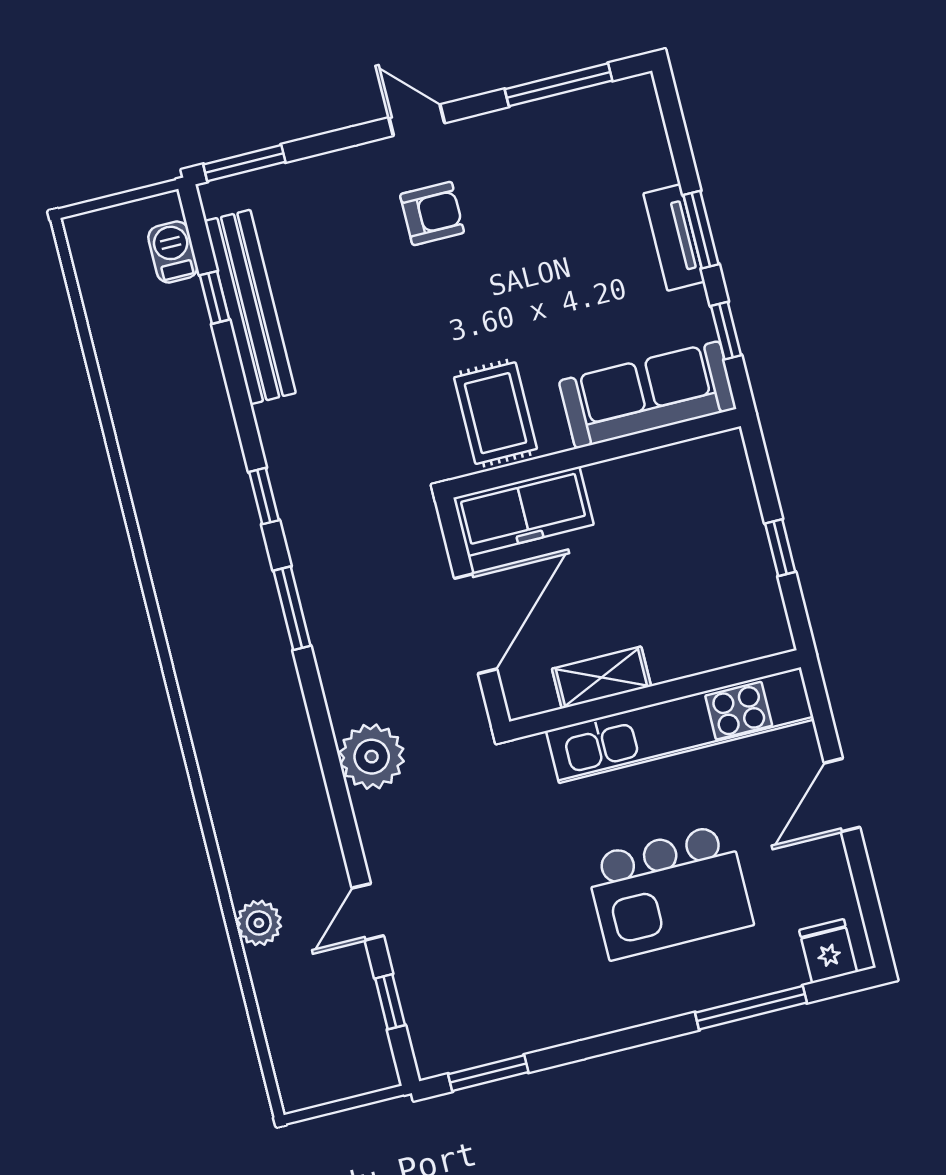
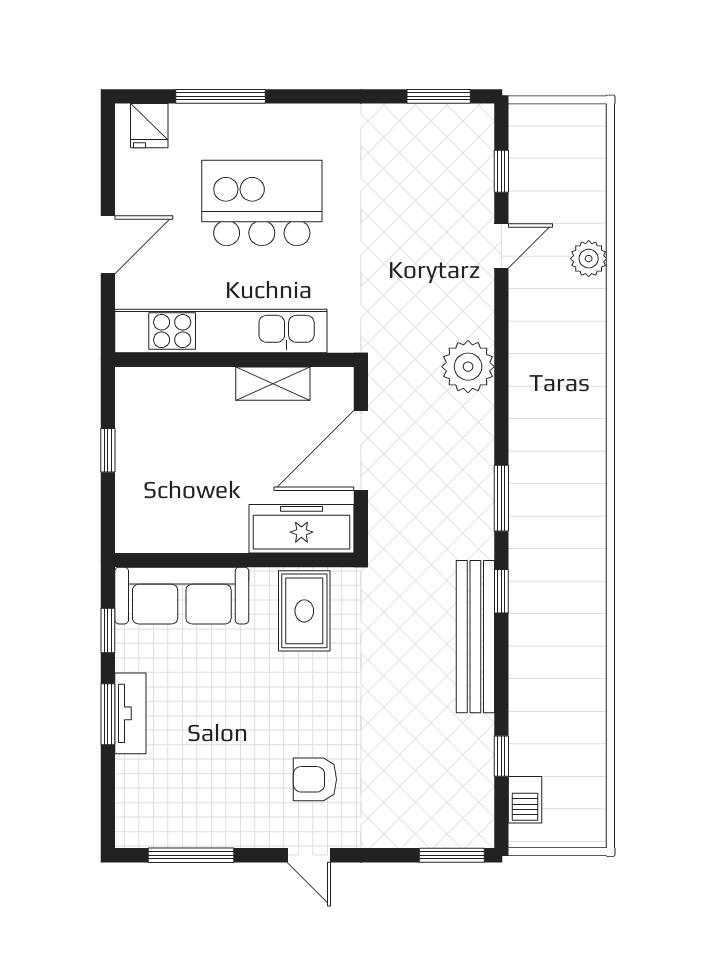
bench: (250, 307) -> (475, 637), moved

